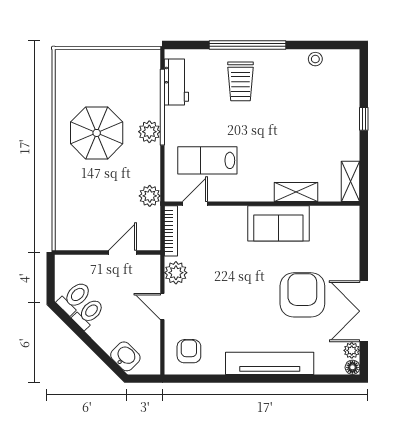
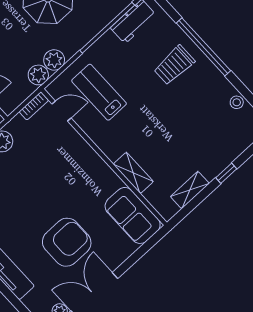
plant: (149, 132) -> (54, 60), moved
shelving: (351, 181) -> (190, 190), moved
sofa: (278, 223) -> (133, 215), moved
bookcase: (171, 231) -> (34, 106), width x0.64

